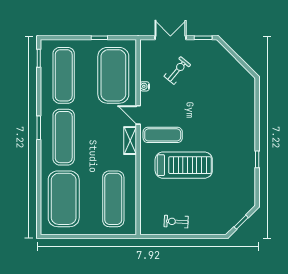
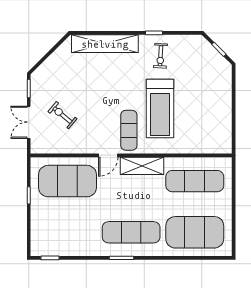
exercise mat: (64, 75) -> (67, 232), removed
water cooler: (145, 86) -> (79, 149), removed
shelving: (247, 112) -> (105, 44), added
shelving: (130, 141) -> (142, 166), width x1.50, depth x1.33
treadmill: (184, 165) -> (160, 109), turned 180
exercise bike: (176, 222) -> (160, 56), moved

